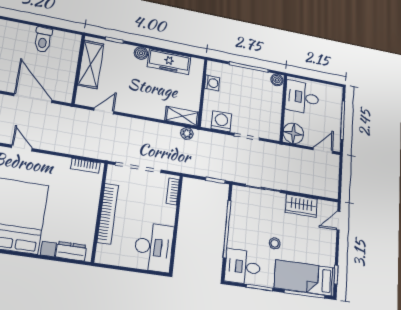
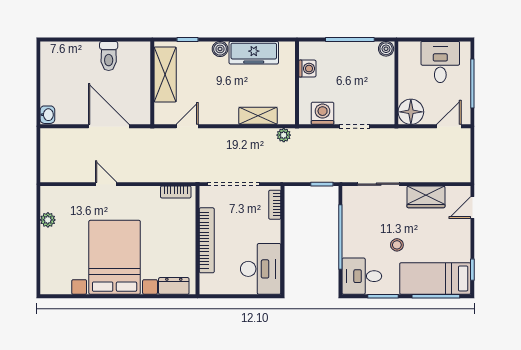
desk: (302, 97) -> (440, 62), moved, turned 90
shelving: (182, 116) -> (258, 116), moved

